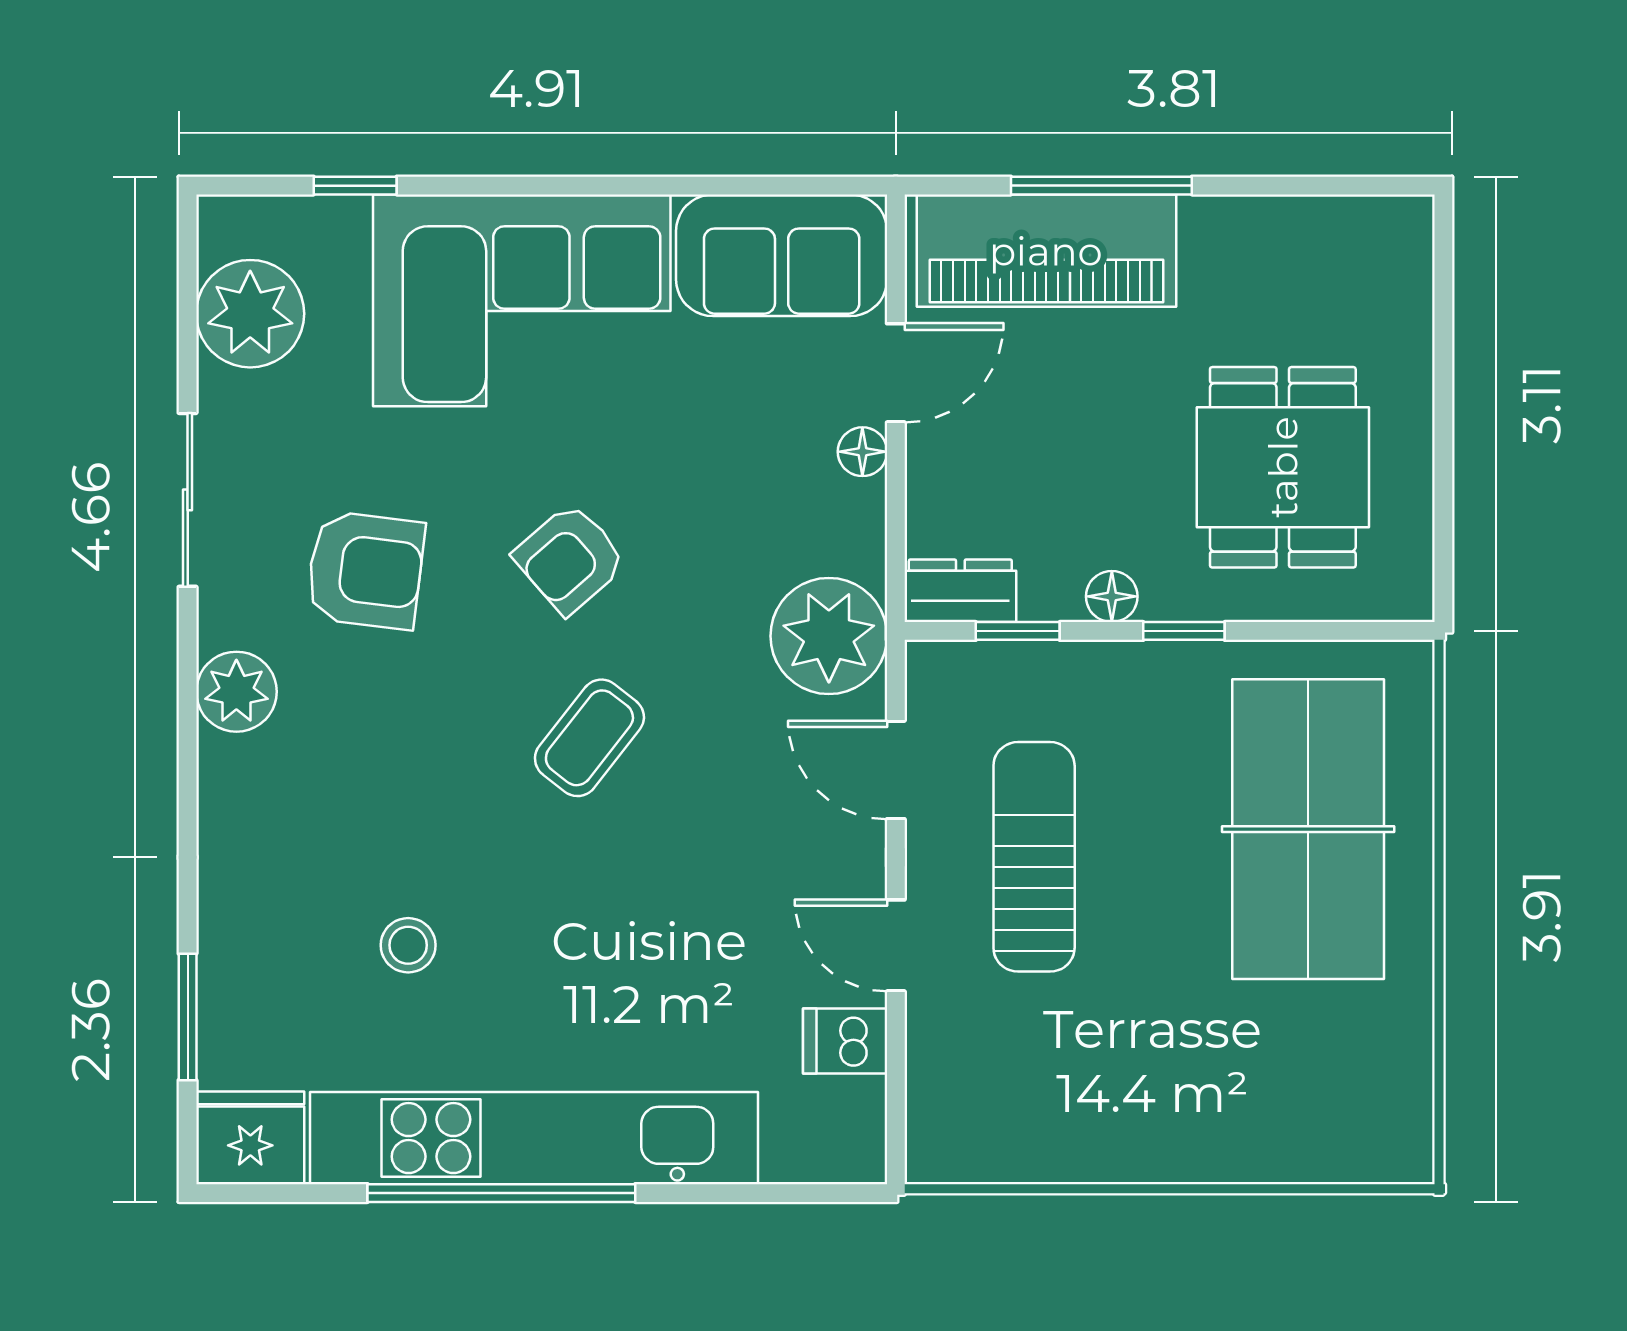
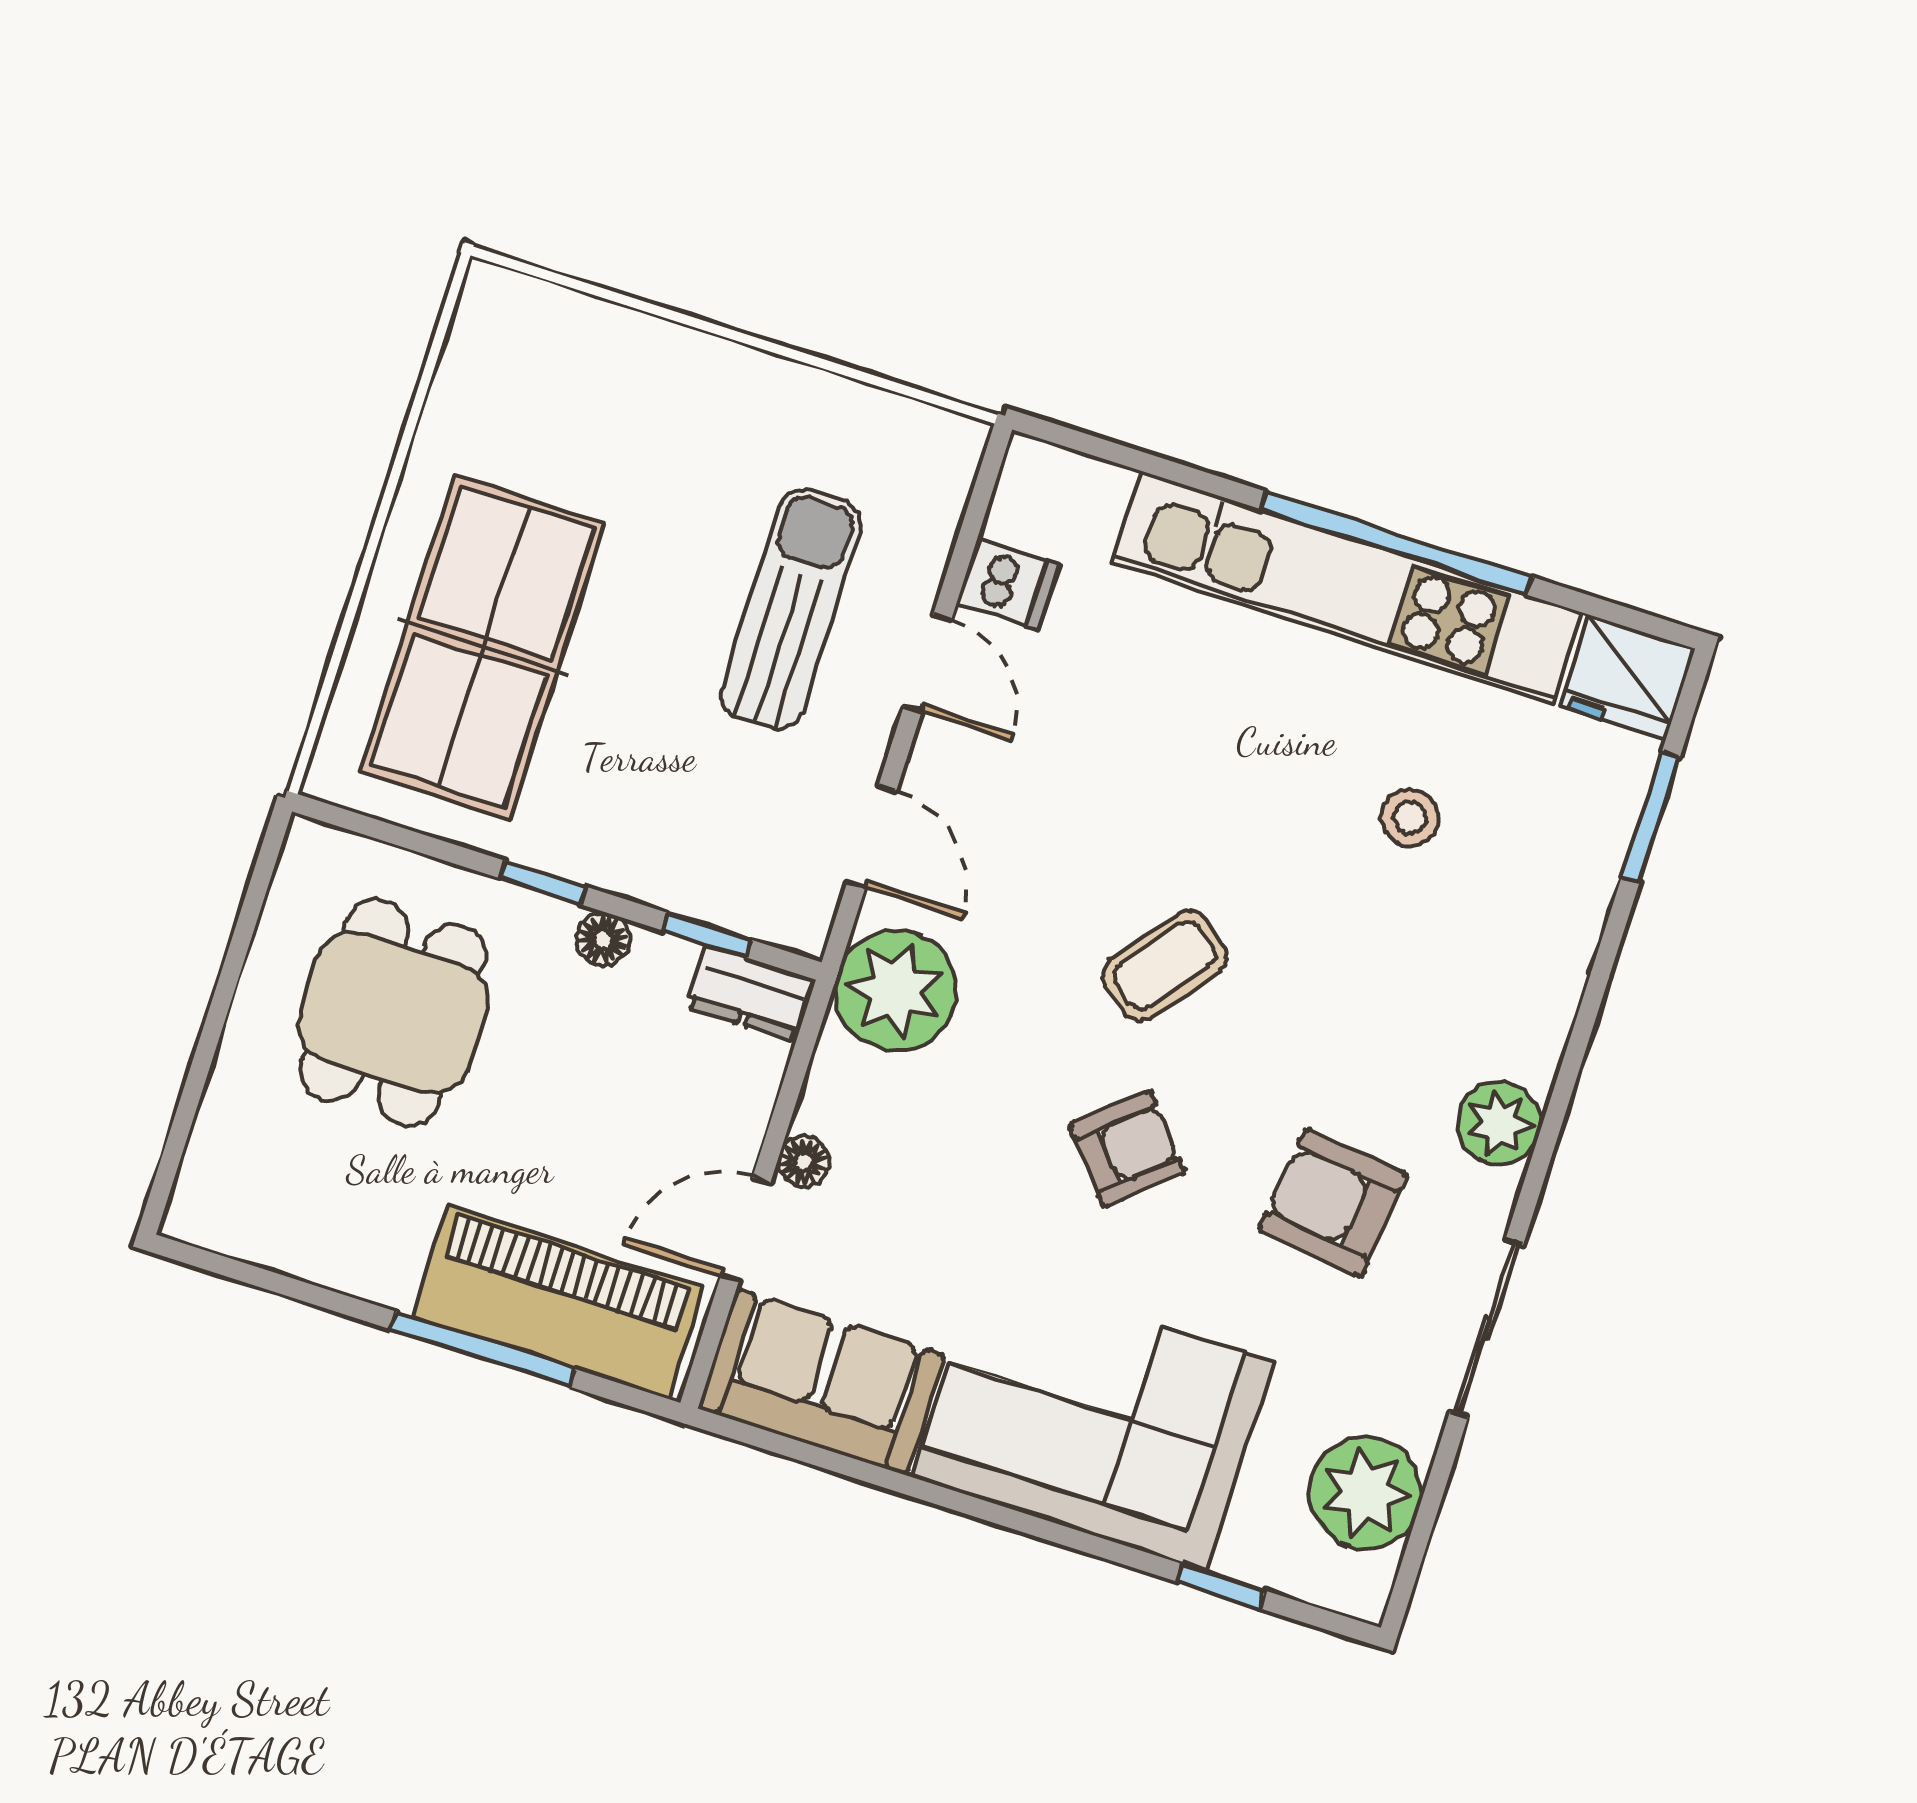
sun lounger: (1034, 857) -> (791, 609), moved, turned 180

